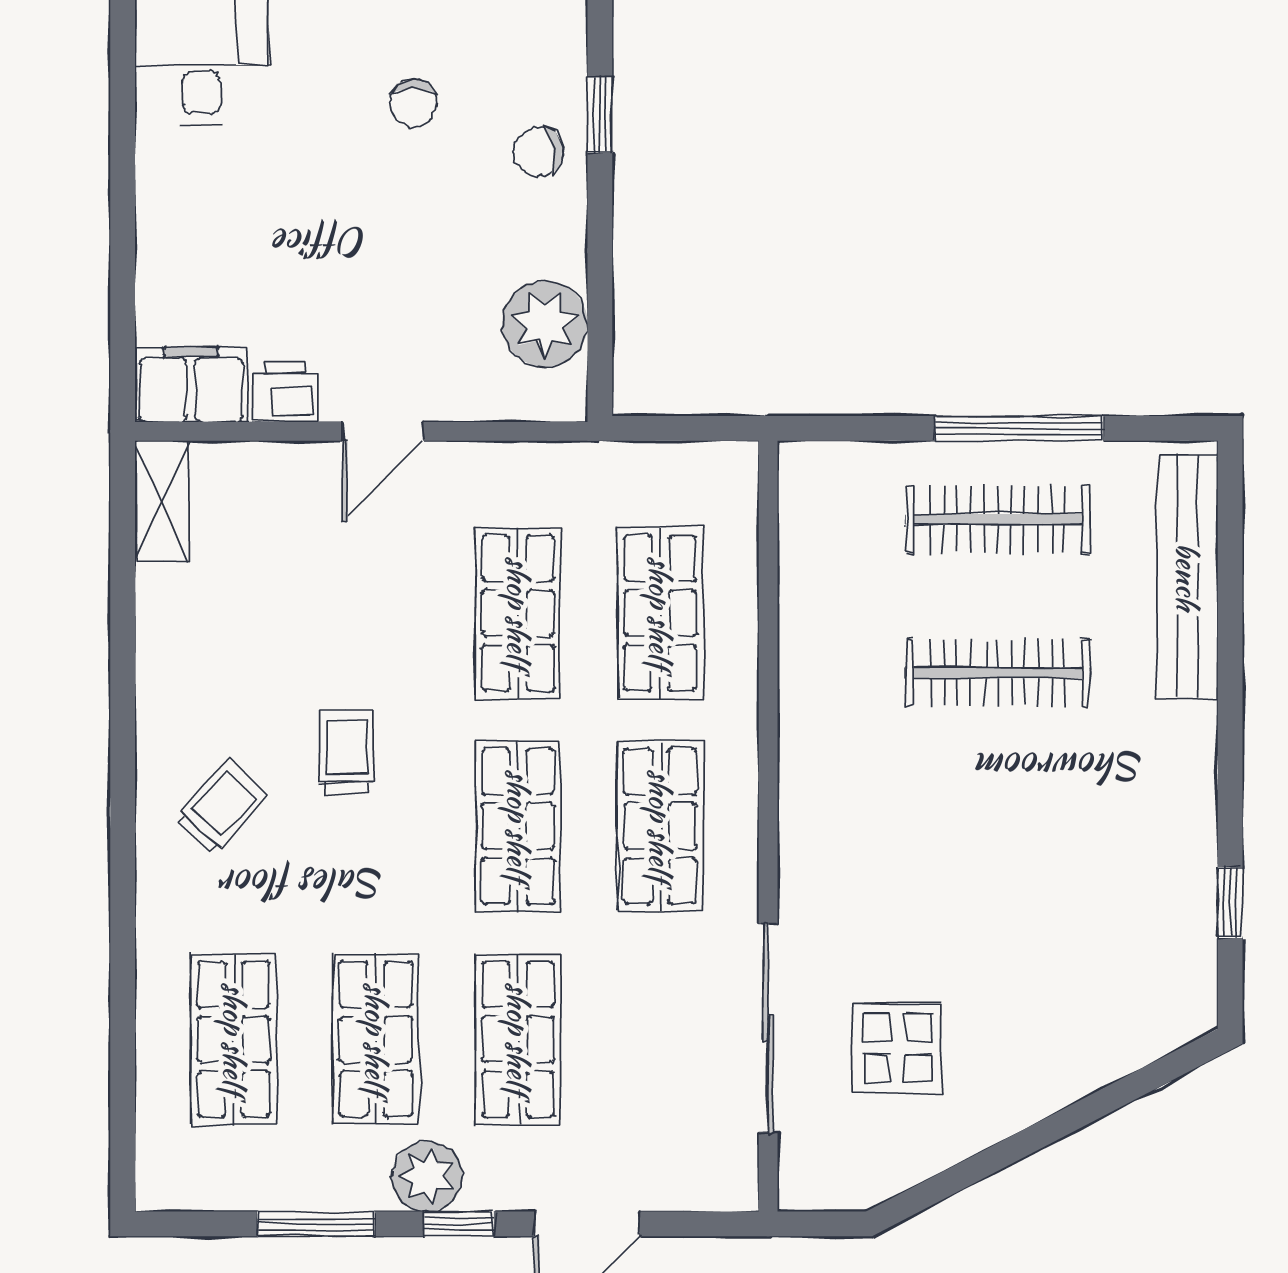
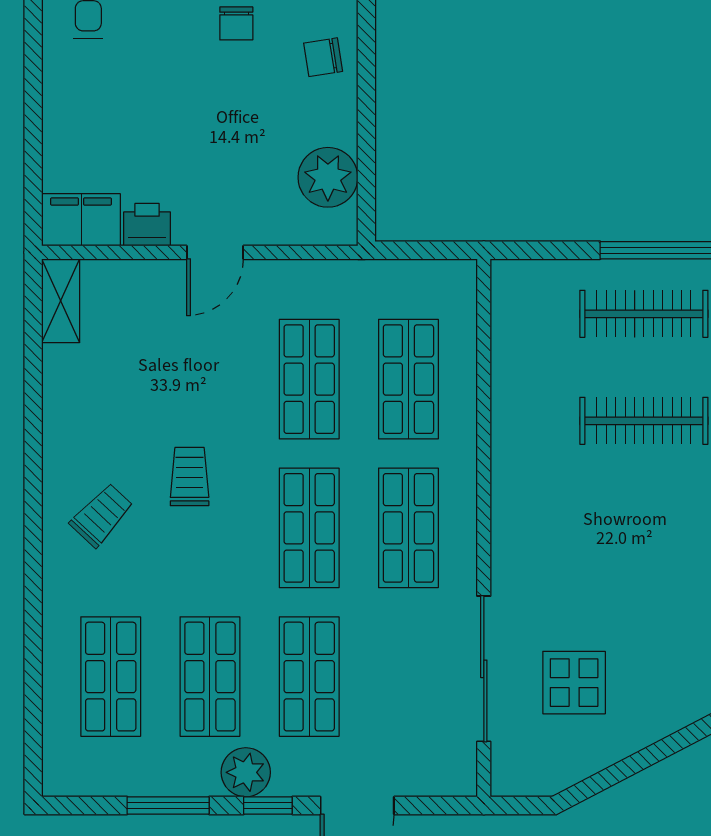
window: (600, 115) -> (366, 32), removed

